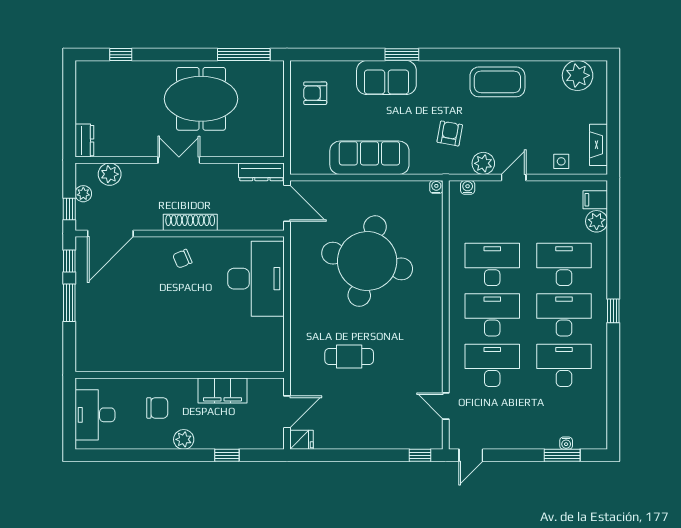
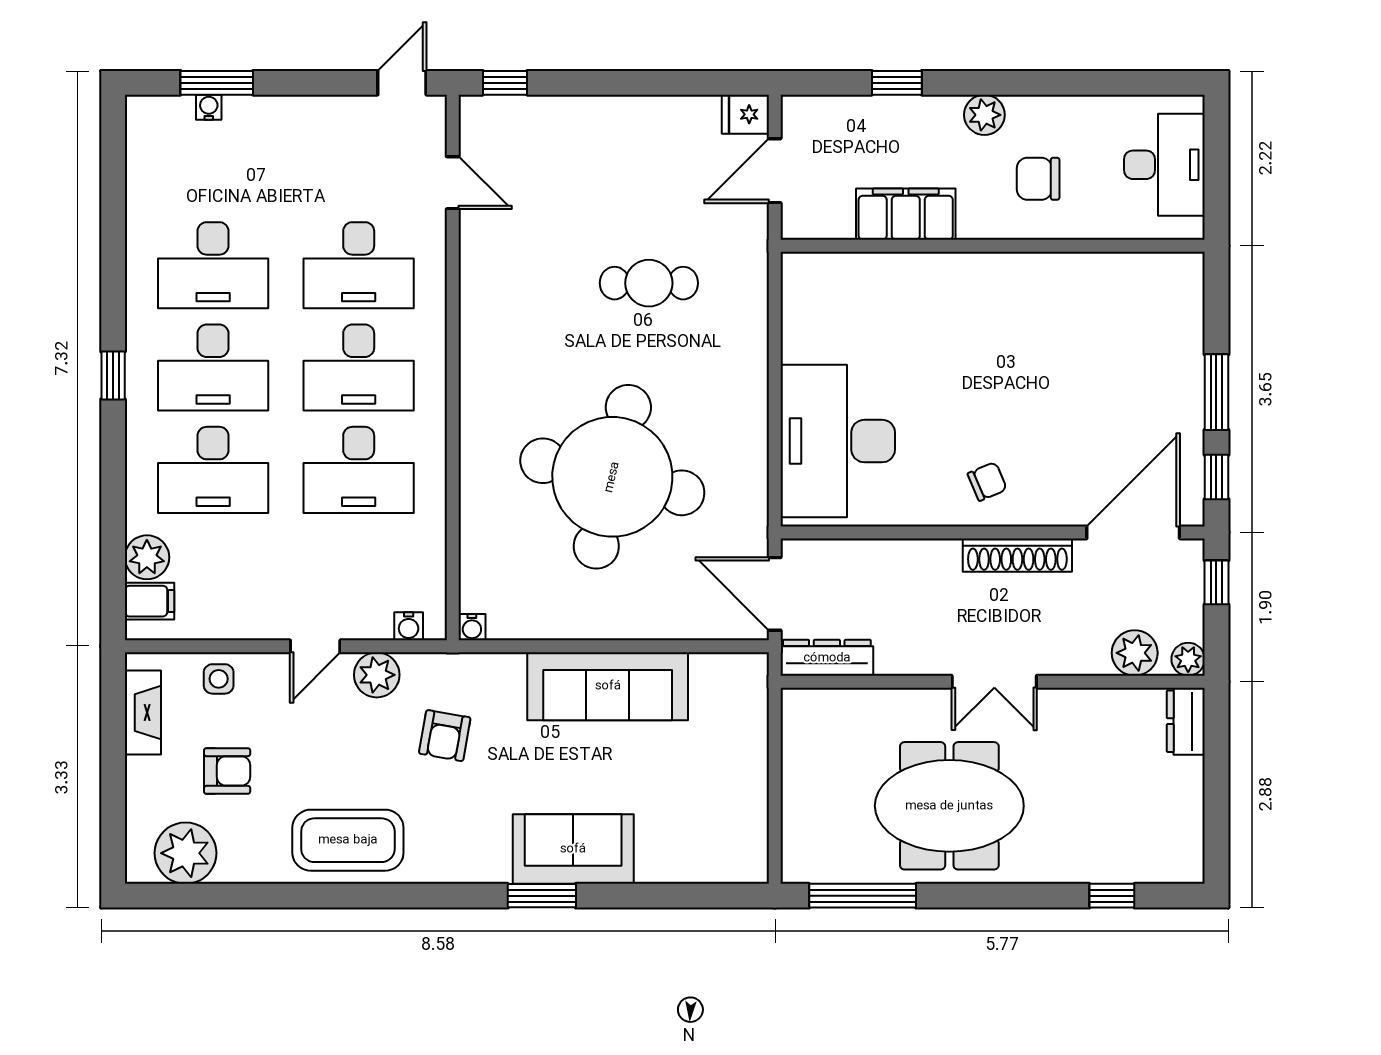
armchair: (315, 93) -> (227, 771), moved
plant: (83, 194) -> (1188, 659), moved
shoe rack: (190, 222) -> (1017, 555), moved

